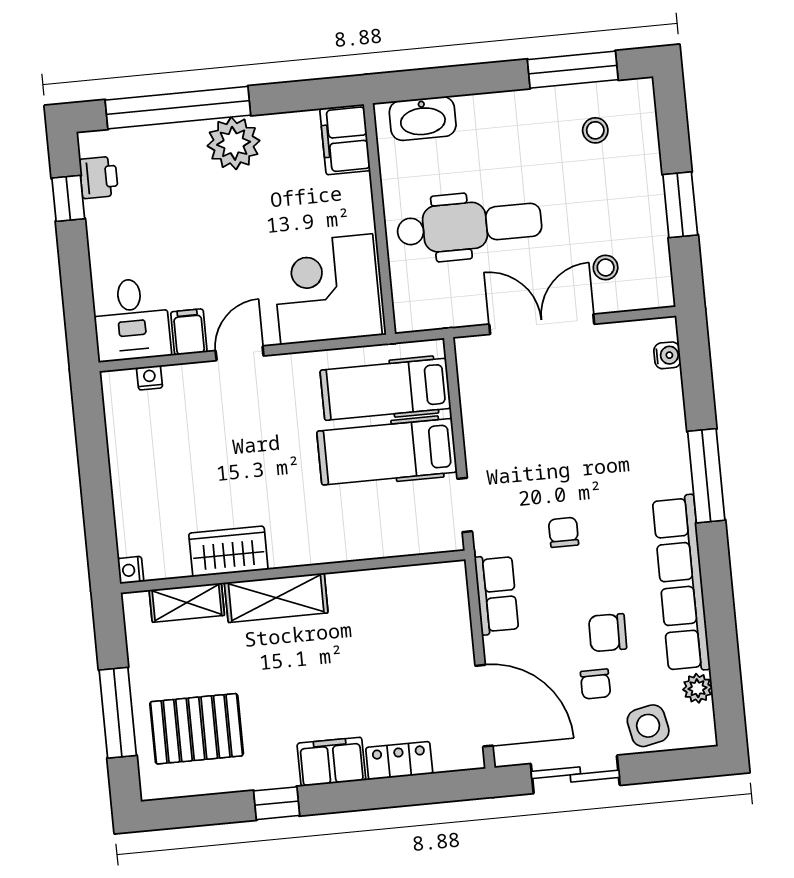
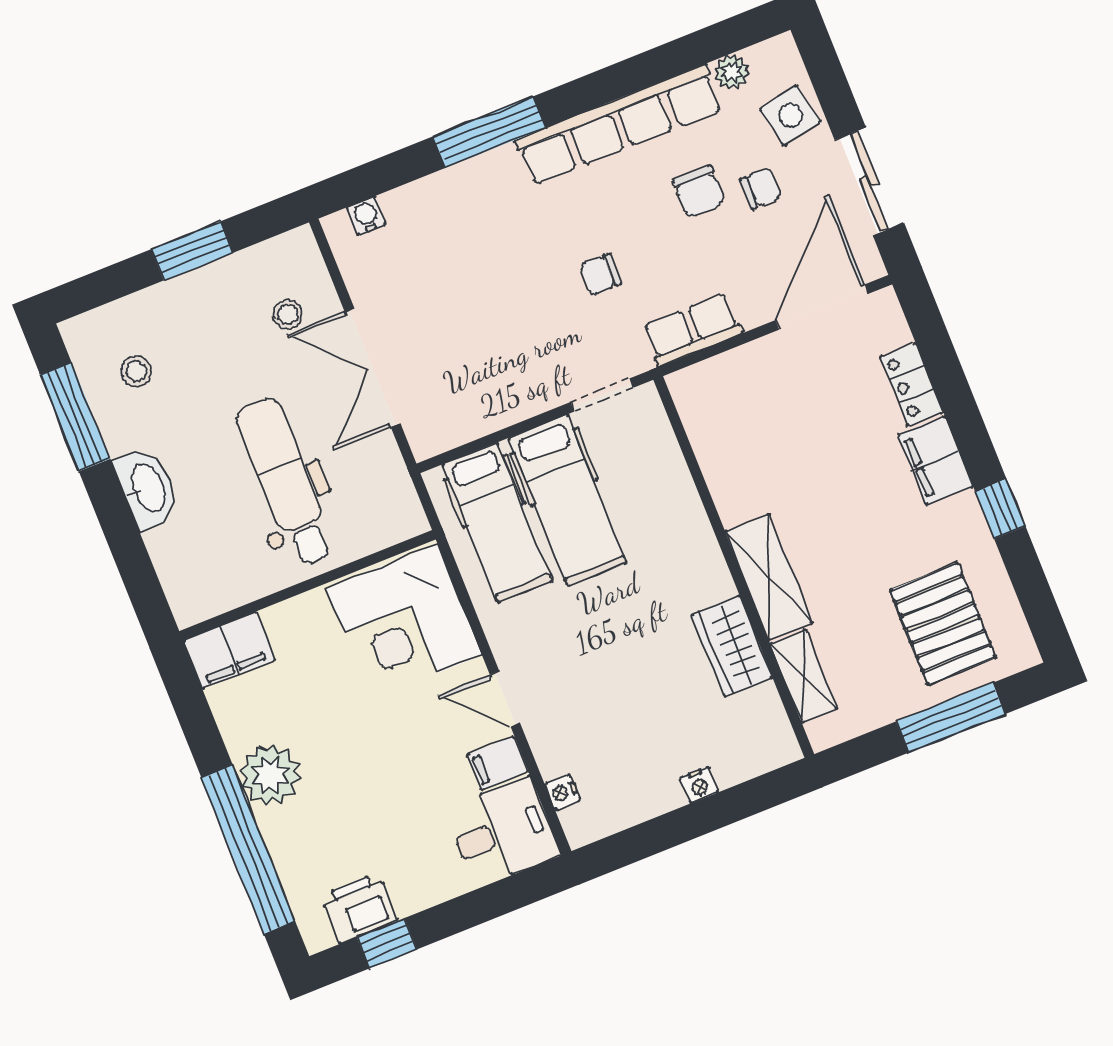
washbasin: (423, 119) -> (147, 488), moved
printer: (99, 177) -> (359, 908), width x1.36, depth x1.24
nightstand: (131, 570) -> (699, 785), moved

